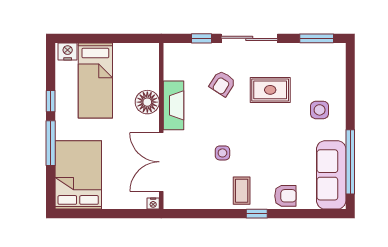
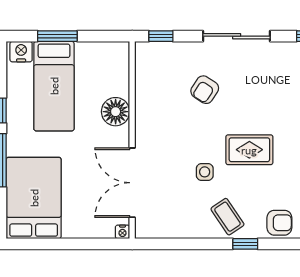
window: (98, 38) -> (57, 36), added
window: (201, 38) -> (161, 36), moved
rug: (270, 90) -> (249, 150), moved
fireplace: (174, 105) -> (147, 116), removed
coffee table: (242, 191) -> (227, 217), turned -34

